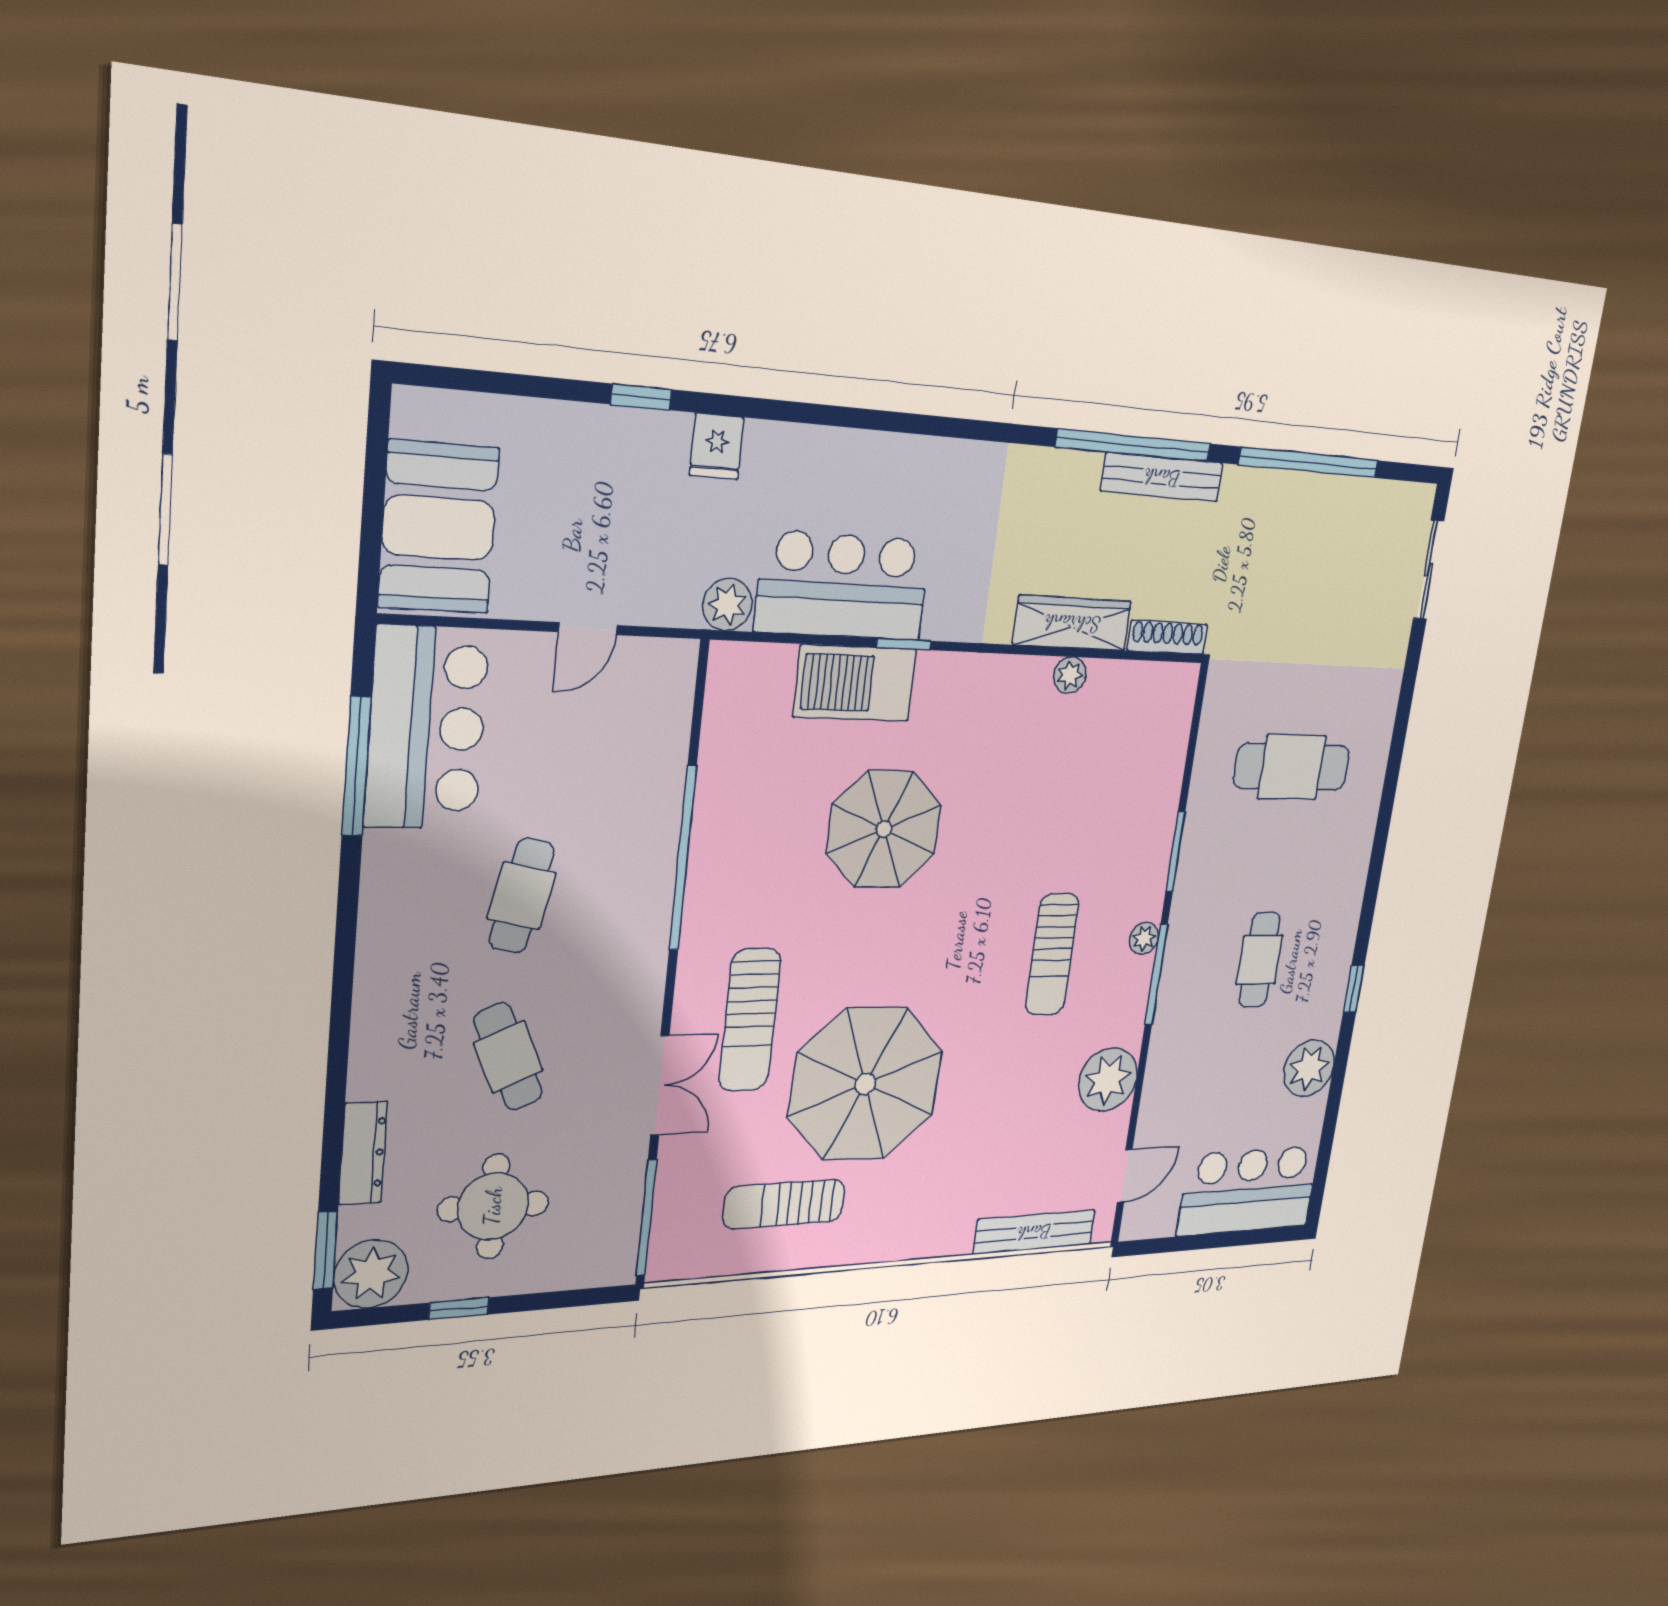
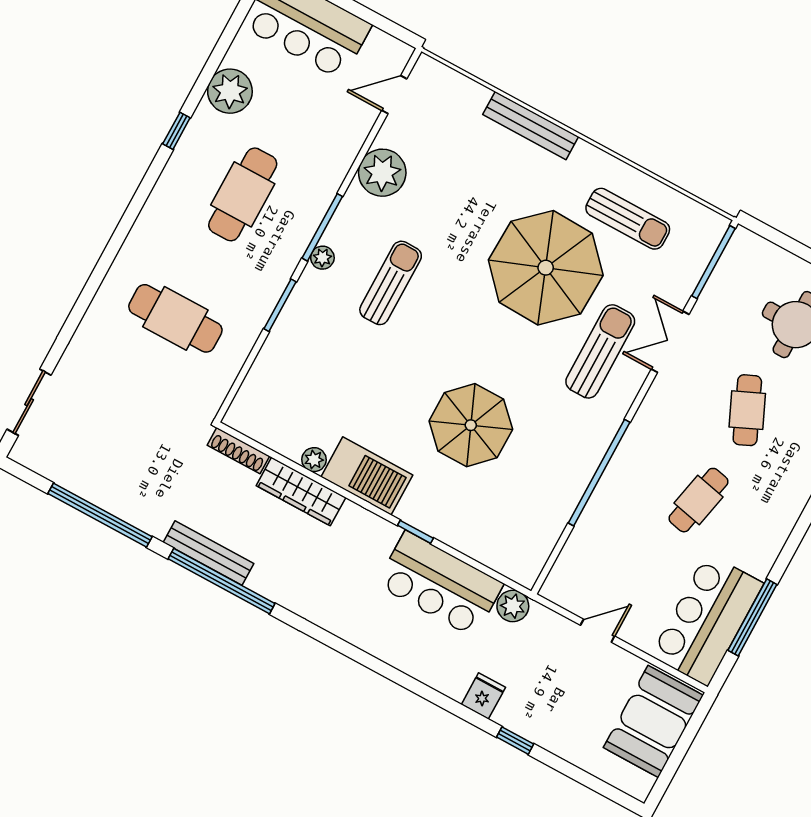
barbecue: (855, 683) -> (367, 476), moved
cafe table: (1259, 960) -> (243, 194), width x1.37, depth x1.35
bench: (1034, 1232) -> (531, 126), moved

